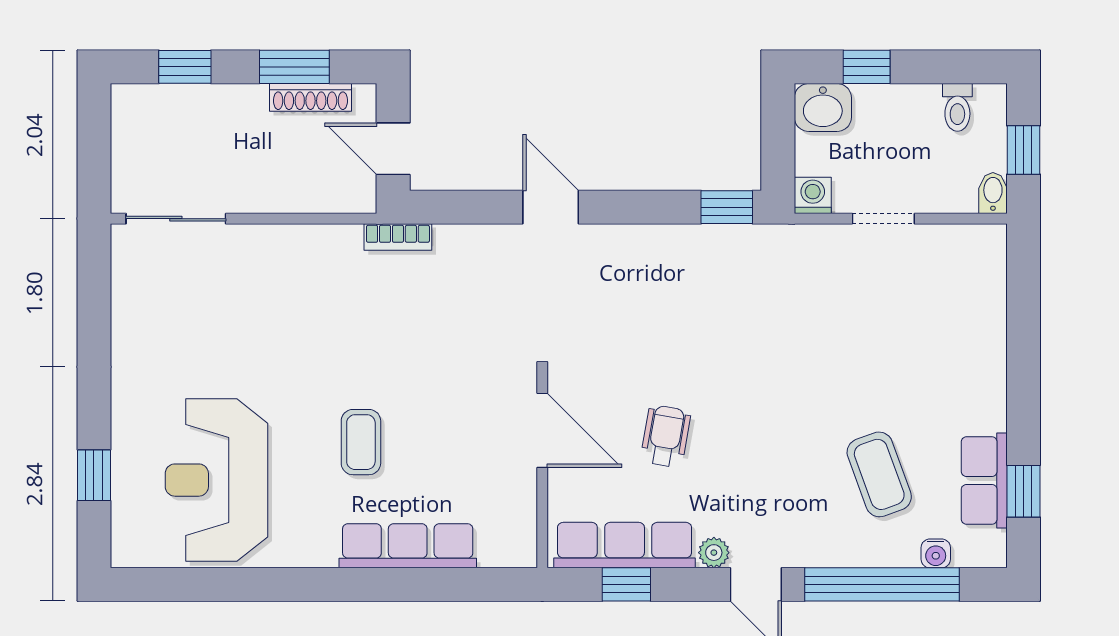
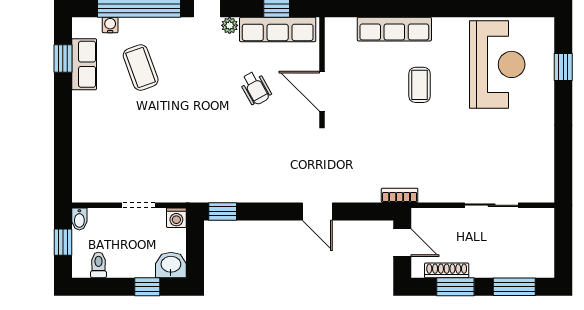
window: (185, 67) -> (514, 287), width x1.50
sliding door: (176, 219) -> (492, 205), moved
wheelchair: (666, 436) -> (256, 88), turned -39

